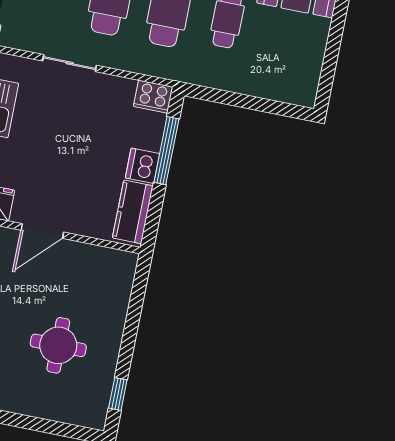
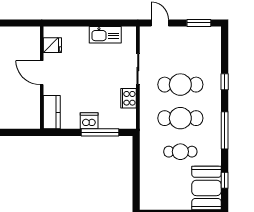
cooker: (153, 97) -> (129, 98), moved
kitchen counter: (133, 212) -> (52, 112), moved, turned 90

